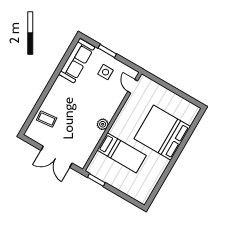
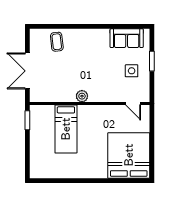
sofa: (77, 61) -> (127, 38), width x0.73
door: (133, 86) -> (133, 103), swing flipped
bed: (162, 133) -> (129, 155), moved

